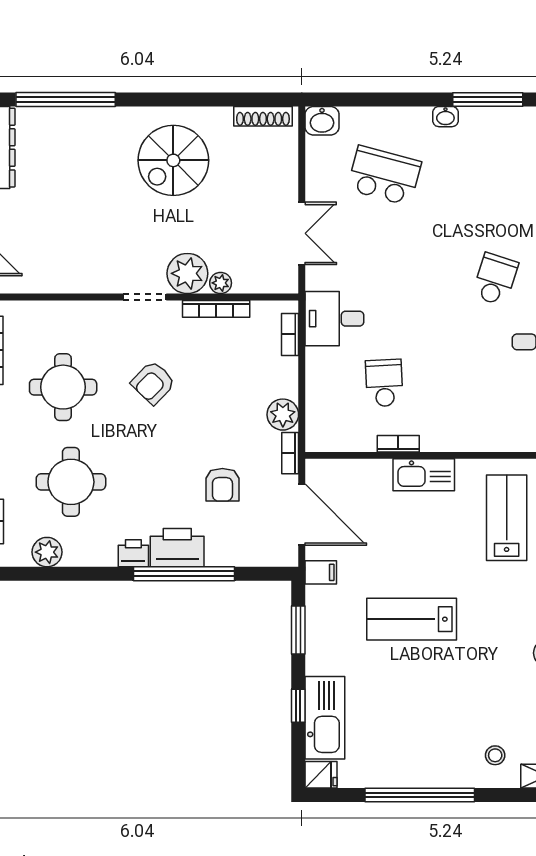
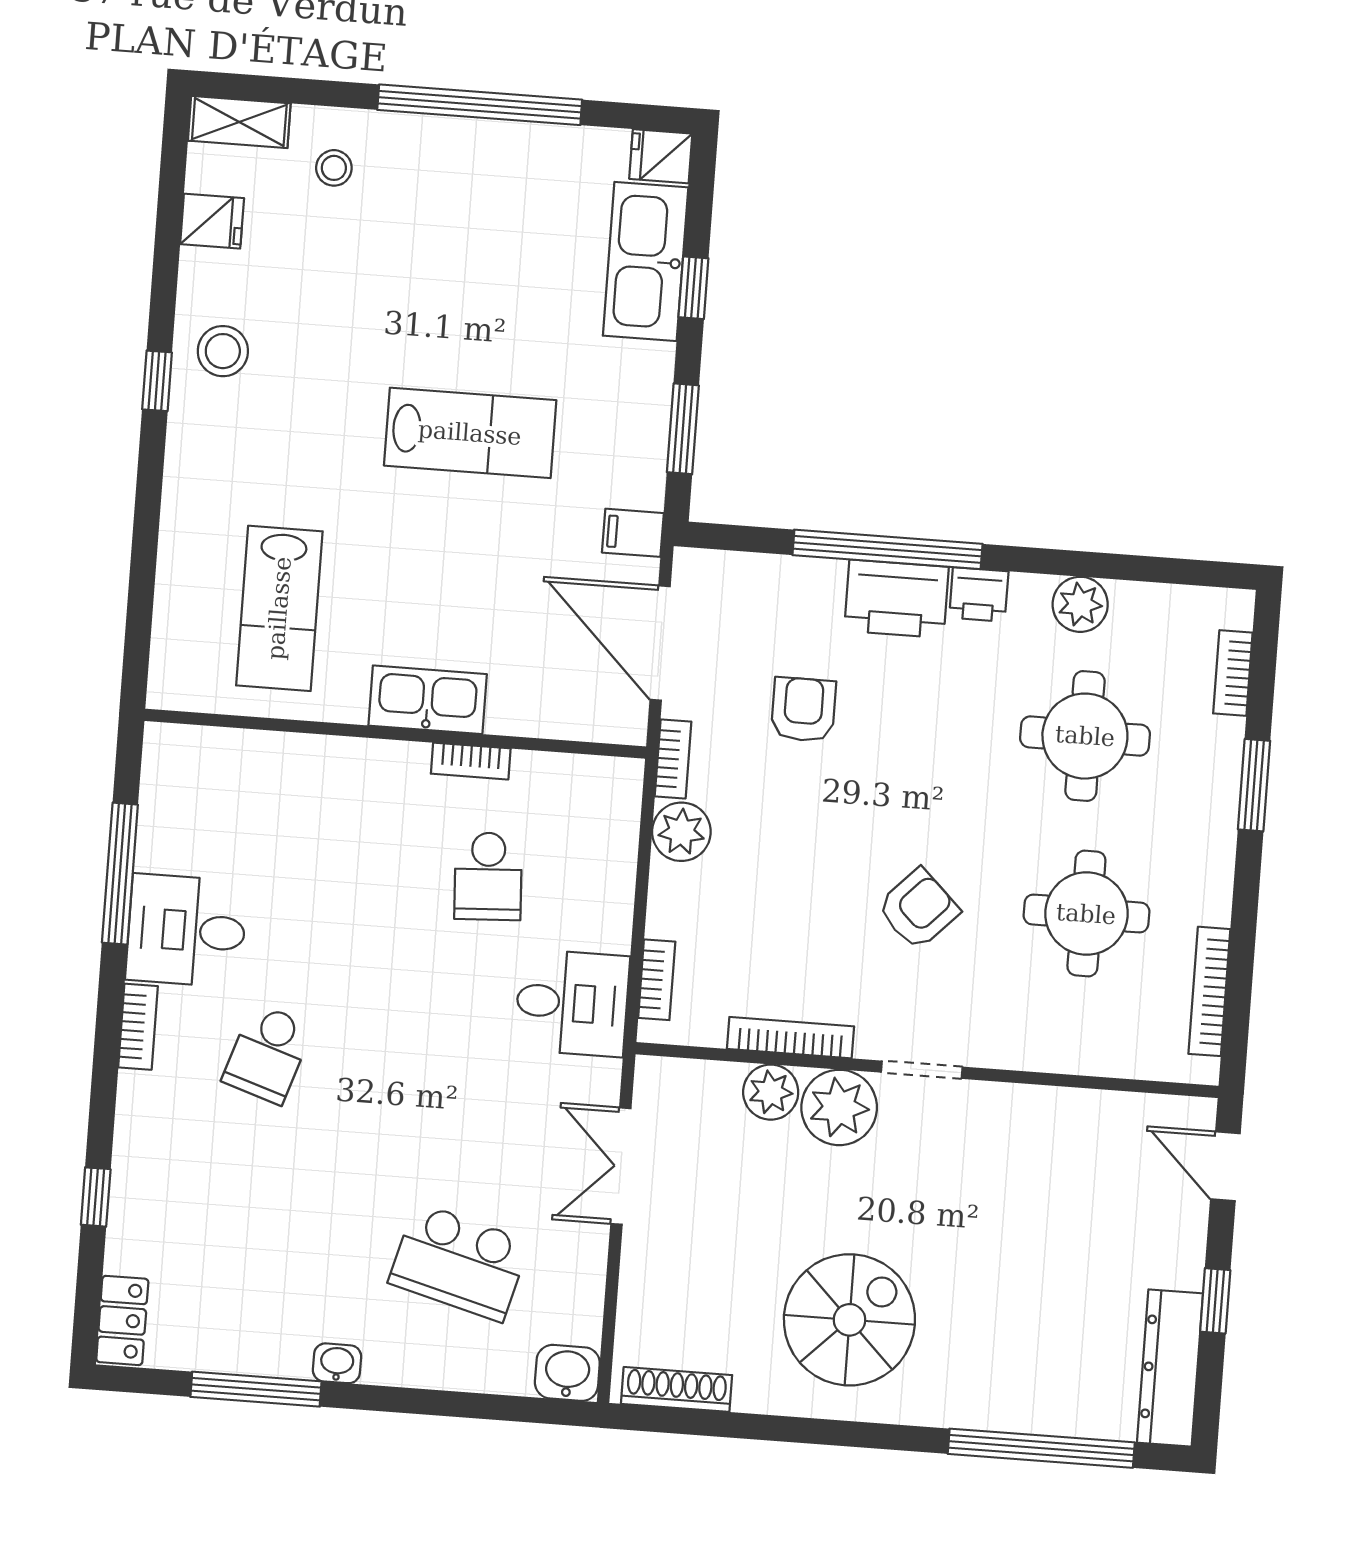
plant: (221, 283) -> (771, 1092), width x1.38, depth x1.38
plant: (47, 552) -> (1080, 604), moved

